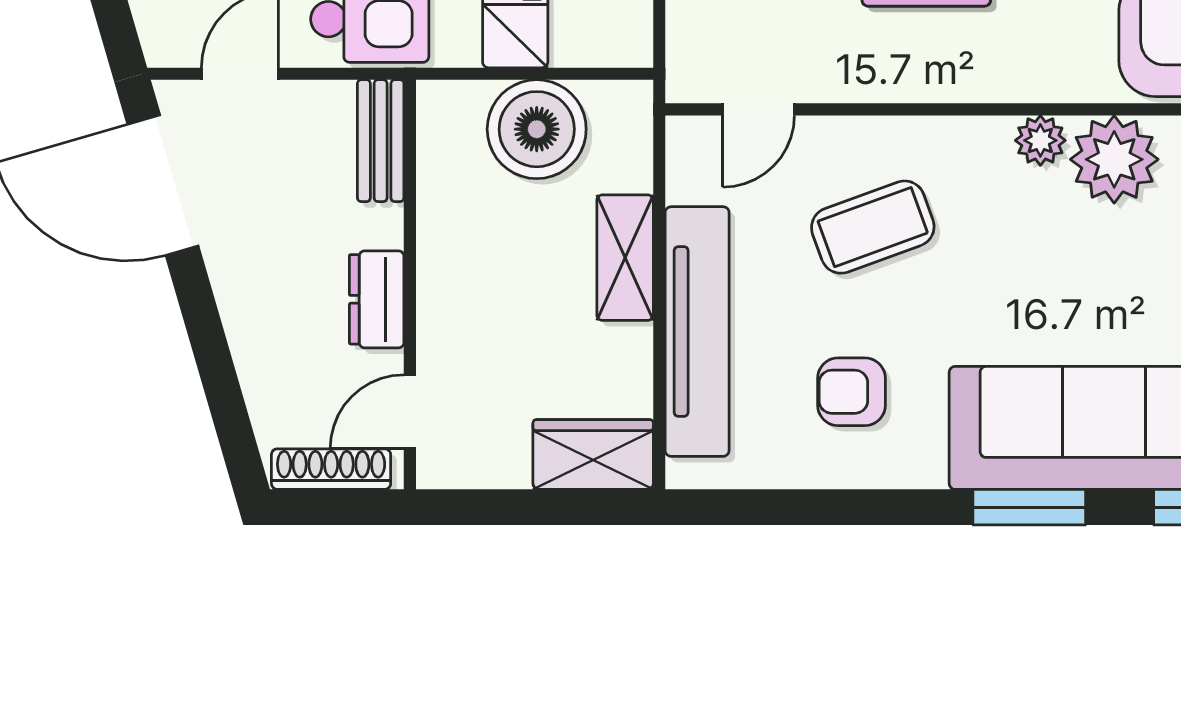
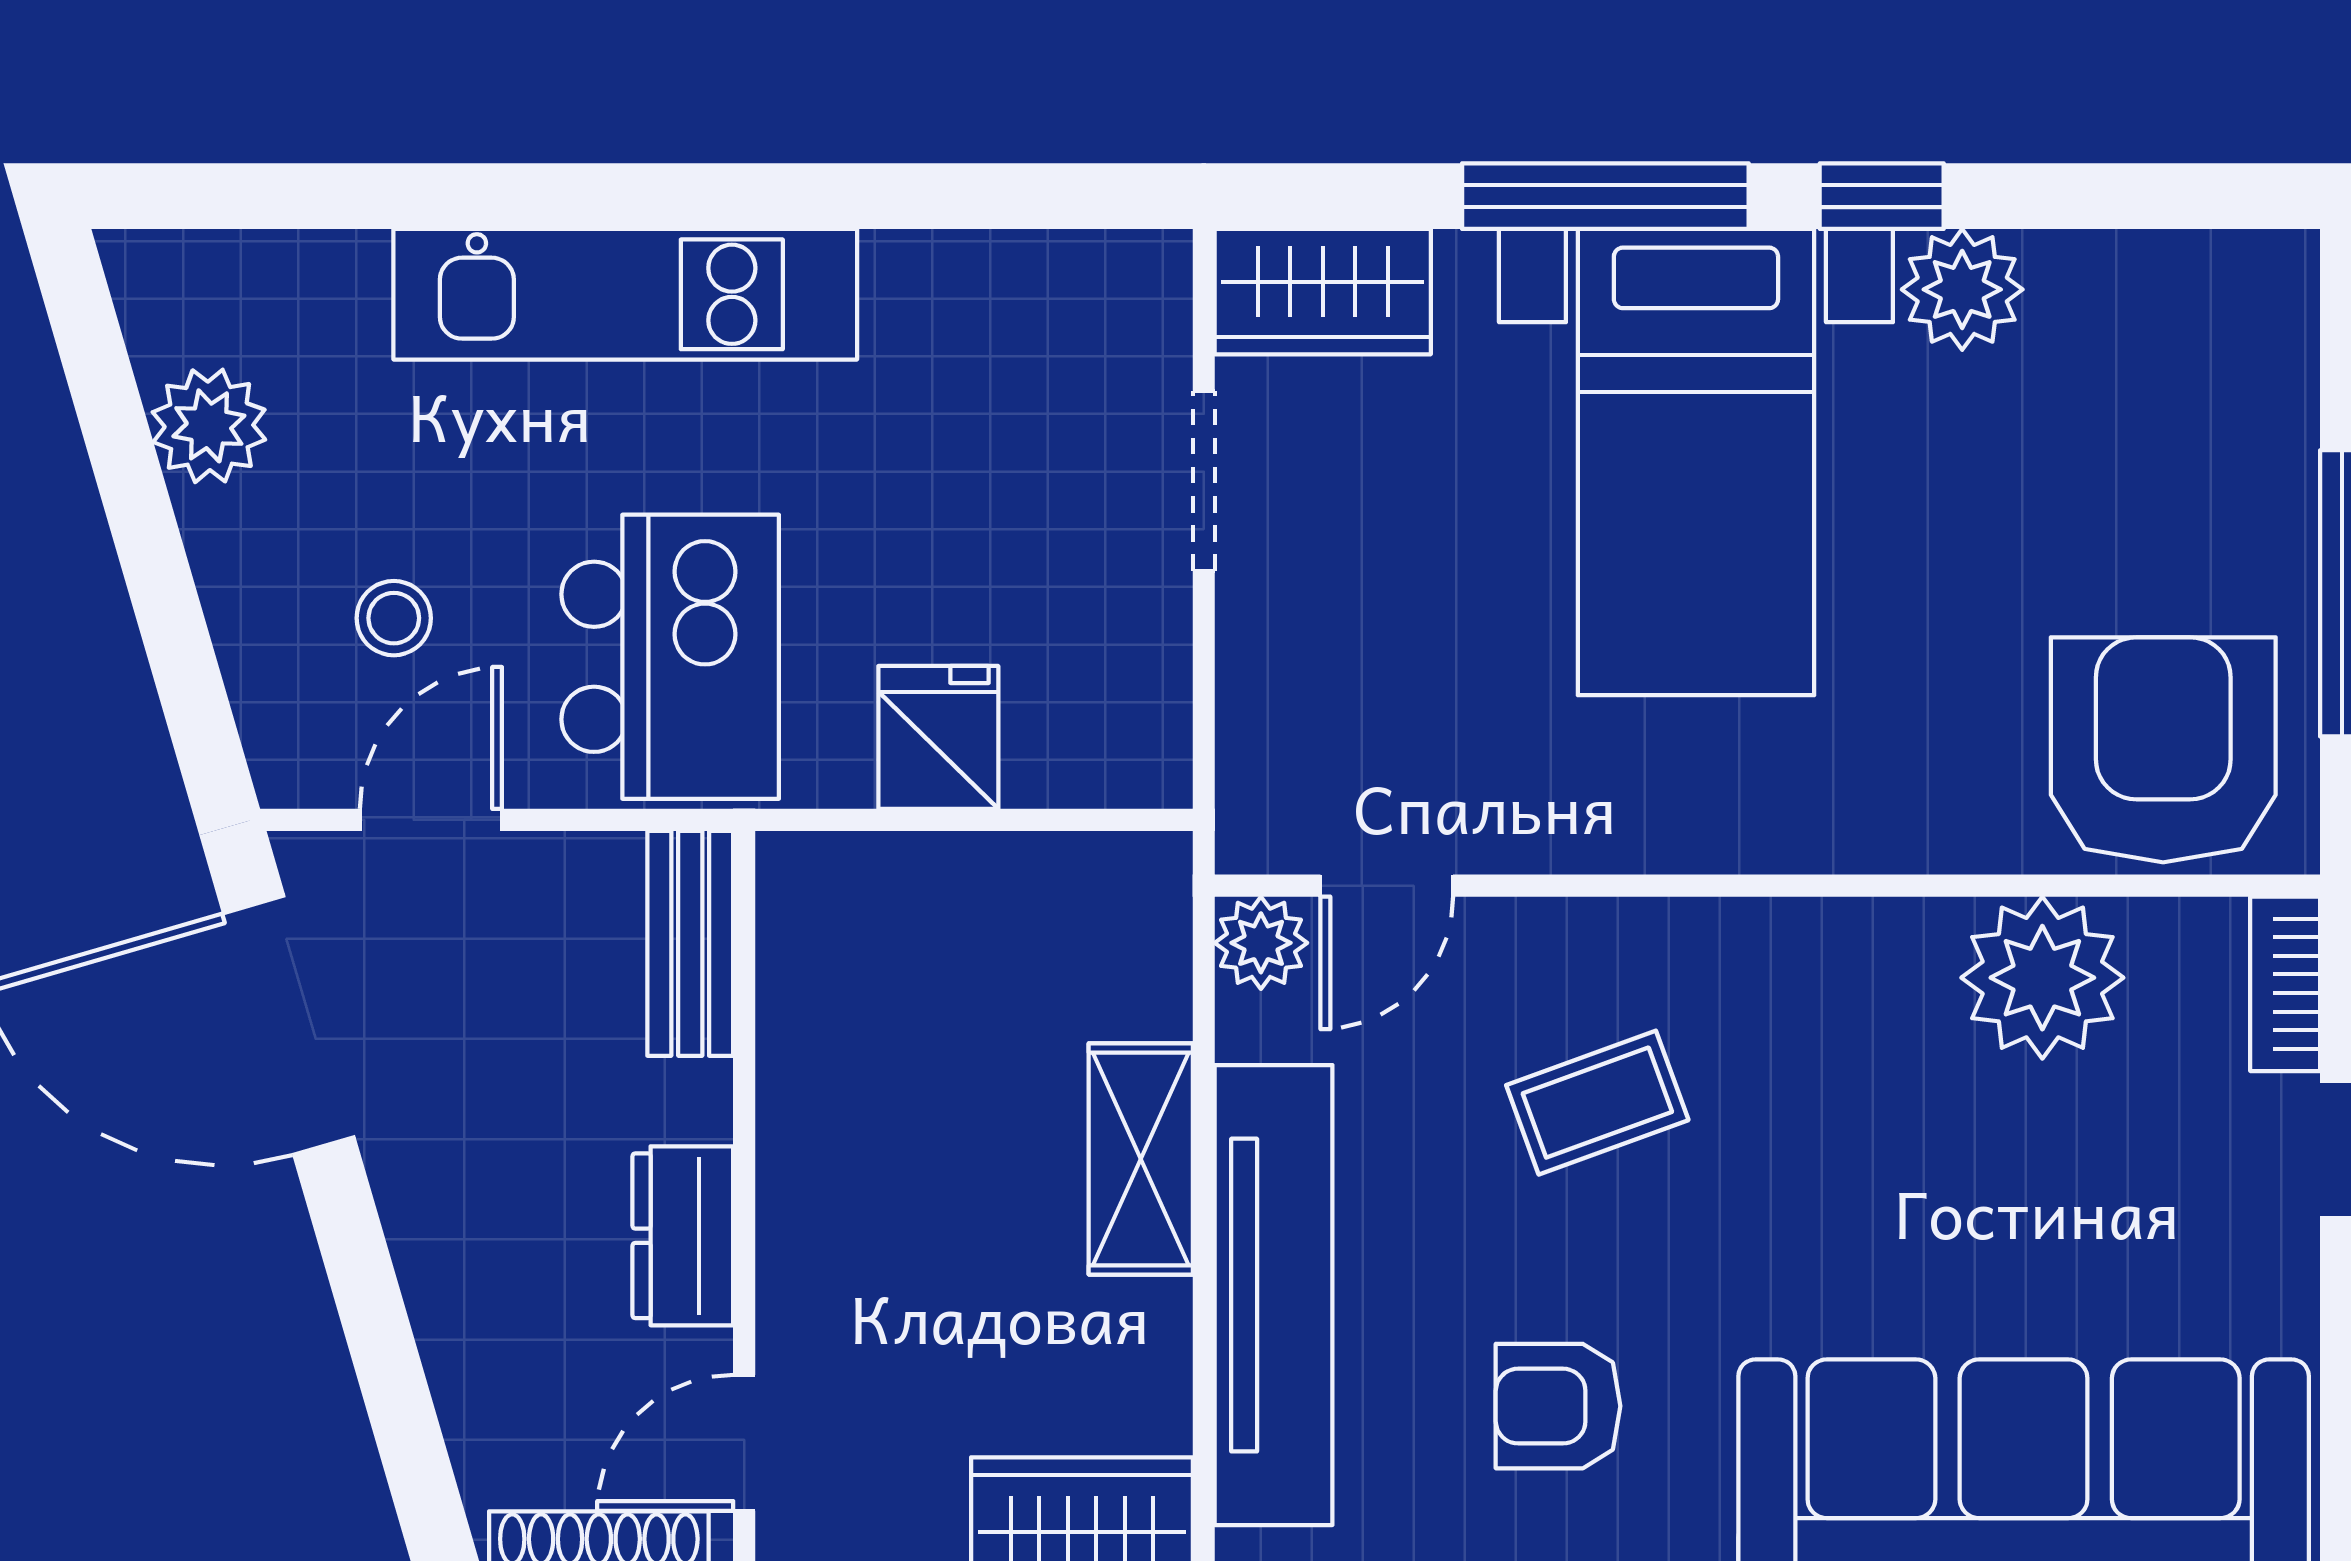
boiler: (537, 129) -> (978, 922), removed
plant: (1040, 140) -> (1261, 943), moved
coffee table: (873, 227) -> (1597, 1103), width x0.73, depth x0.77

